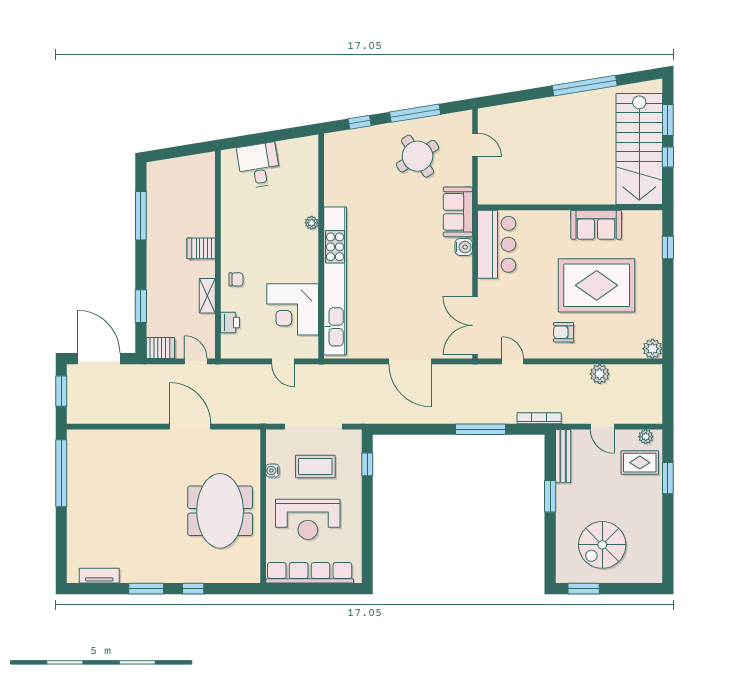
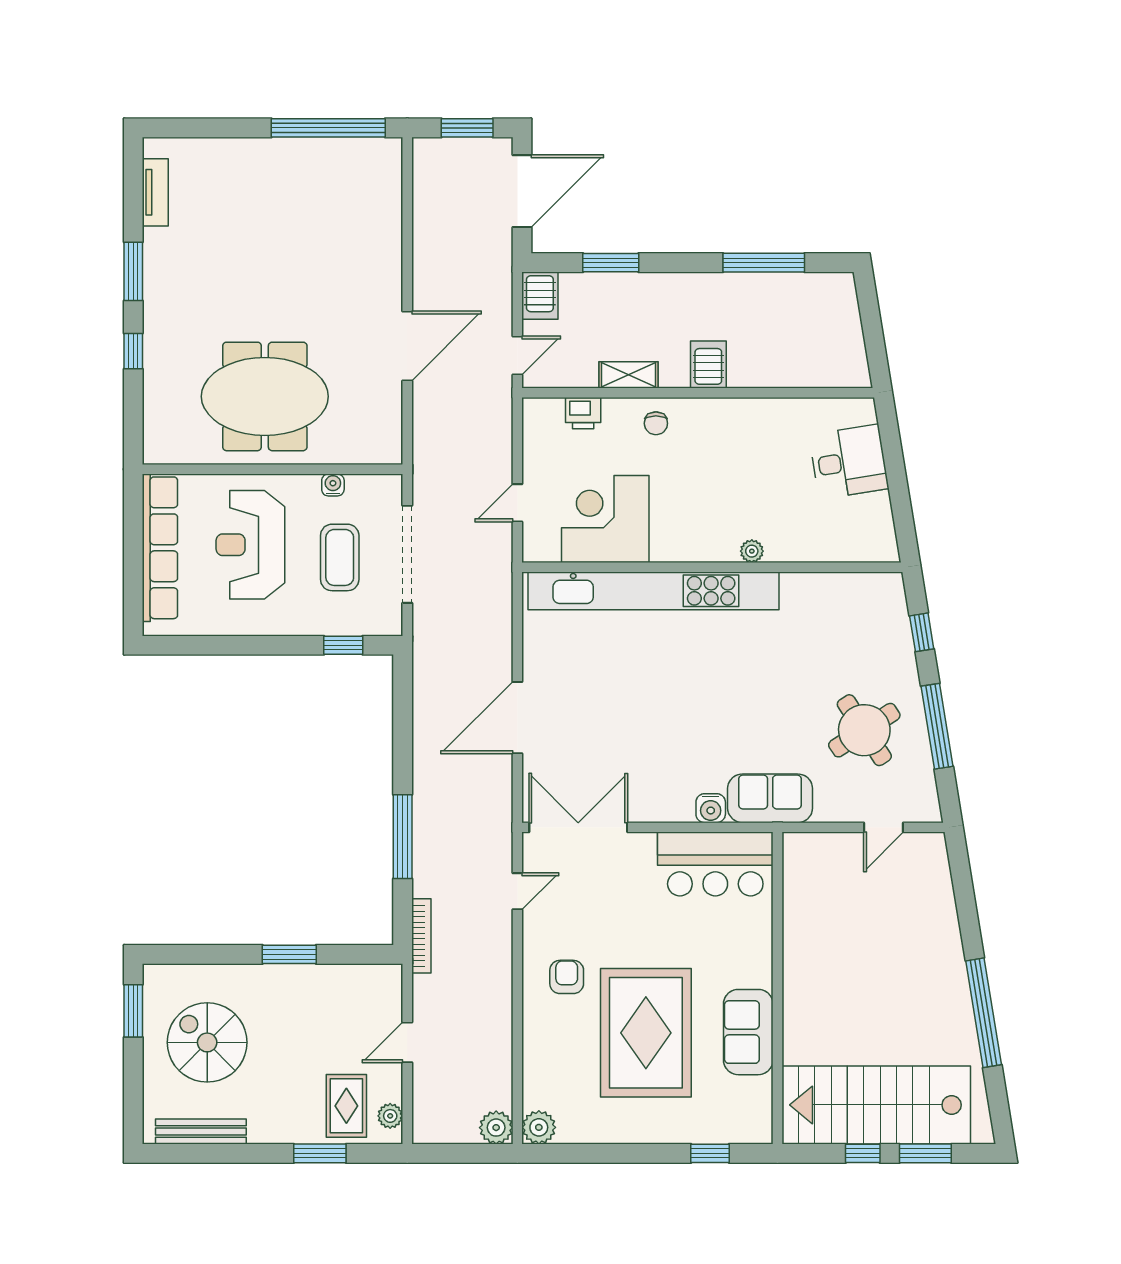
plant: (600, 374) -> (496, 1128), moved
bench: (563, 456) -> (201, 1132), moved

